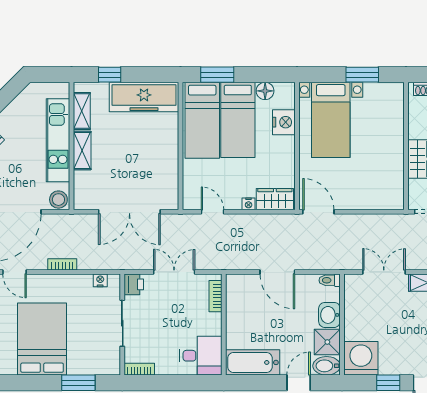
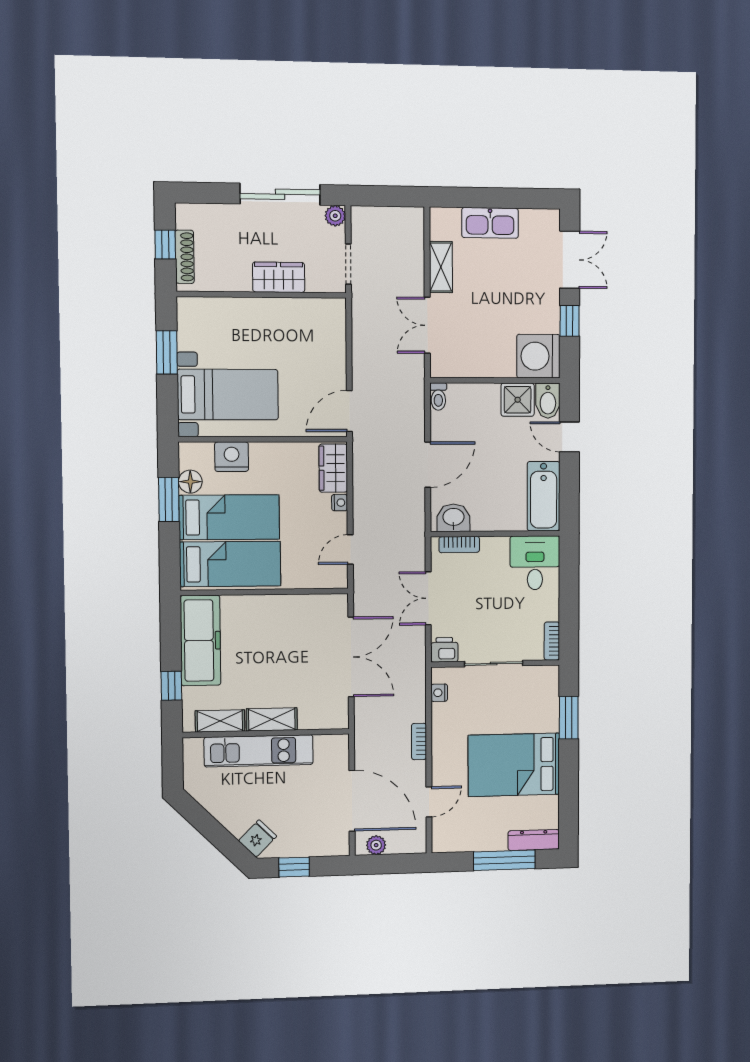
window: (217, 75) -> (169, 499), moved
stool: (58, 200) -> (336, 748), removed
washbasin: (329, 315) -> (453, 518), moved, turned 180

